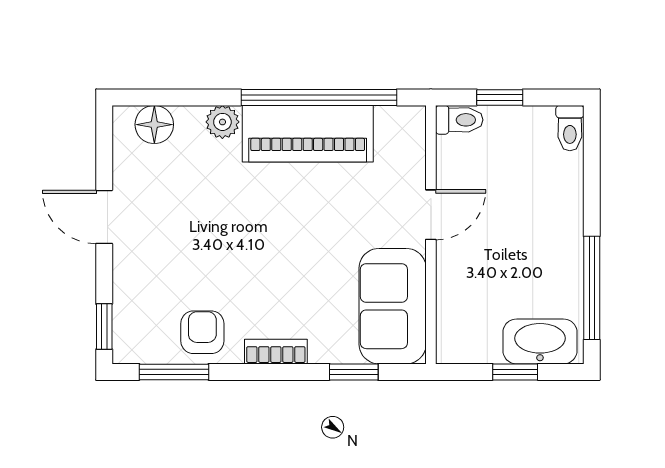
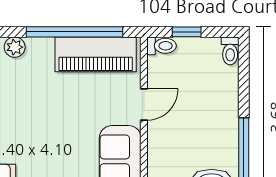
piano: (308, 134) -> (96, 54), moved

